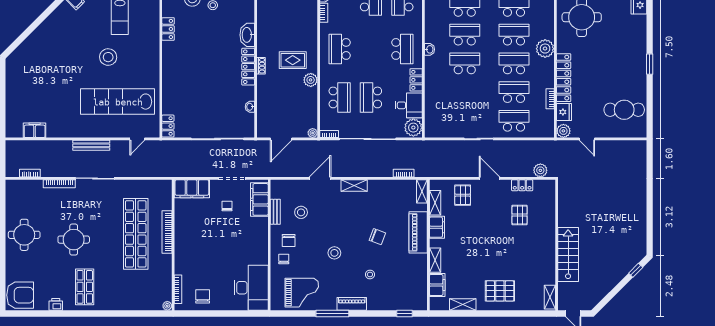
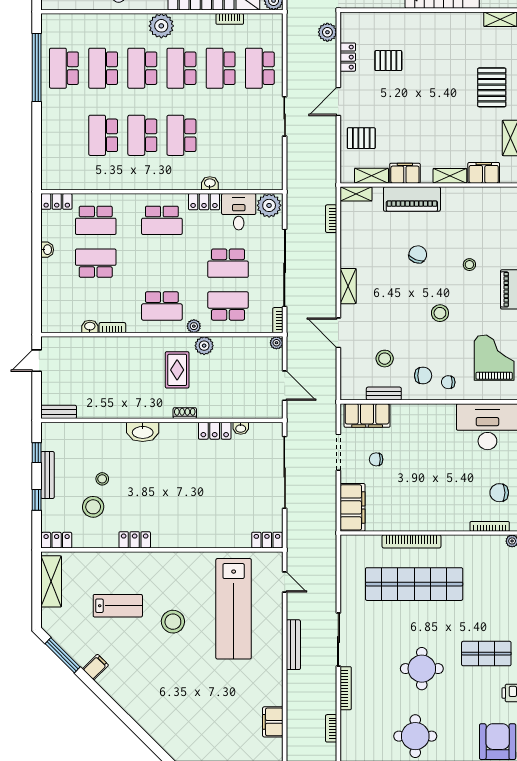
school desk: (402, 49) -> (162, 220), turned 180
washbasin: (430, 49) -> (210, 183), moved
locker: (248, 67) -> (215, 431), moved, width x0.66
plant: (325, 72) -> (194, 326), added

